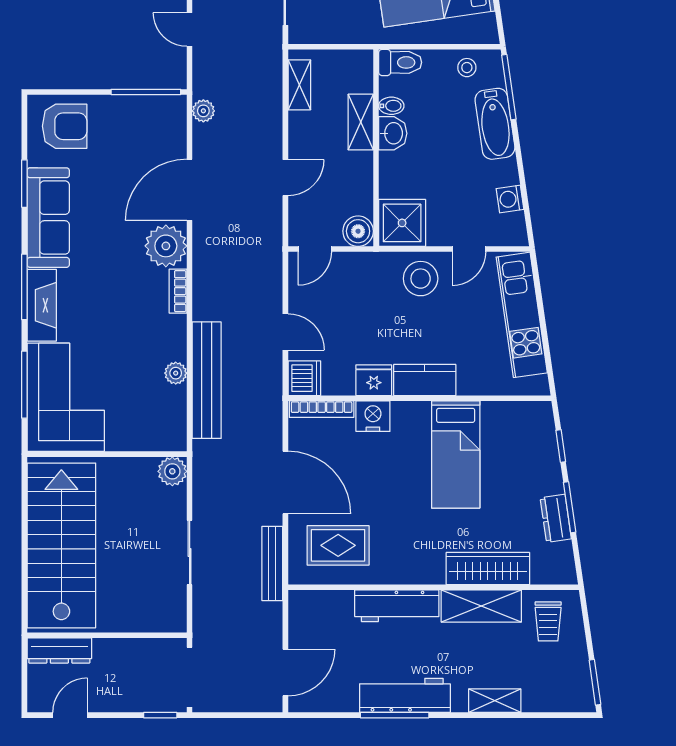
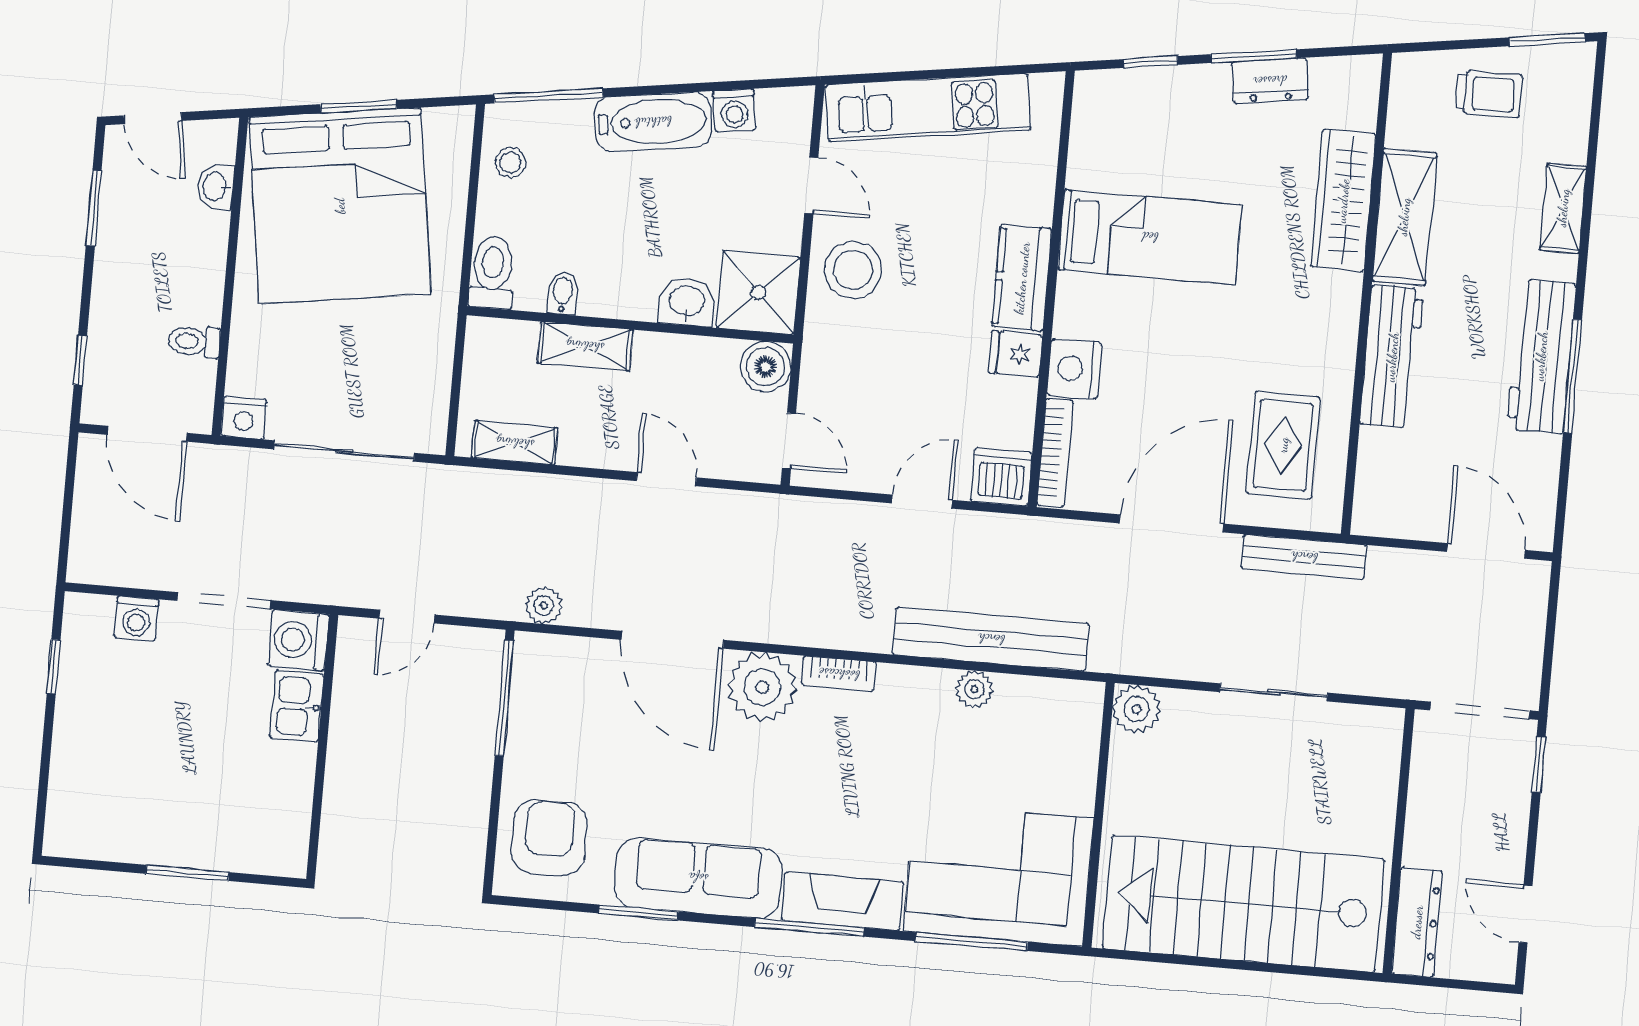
bathtub: (495, 124) -> (653, 122), moved
washbasin: (393, 133) -> (687, 302), moved
fridge: (374, 380) -> (1015, 354), width x0.72
trolley: (548, 621) -> (1489, 94), moved

